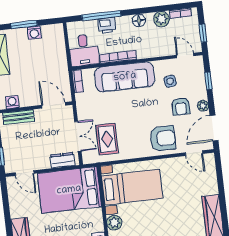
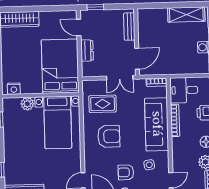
washing machine: (12, 102) -> (143, 22), removed
double door: (78, 136) -> (120, 78), moved
armchair: (163, 138) -> (109, 136), moved, turned -90
dresser: (62, 160) -> (87, 51), moved
door: (25, 173) -> (79, 27), hinge flipped

